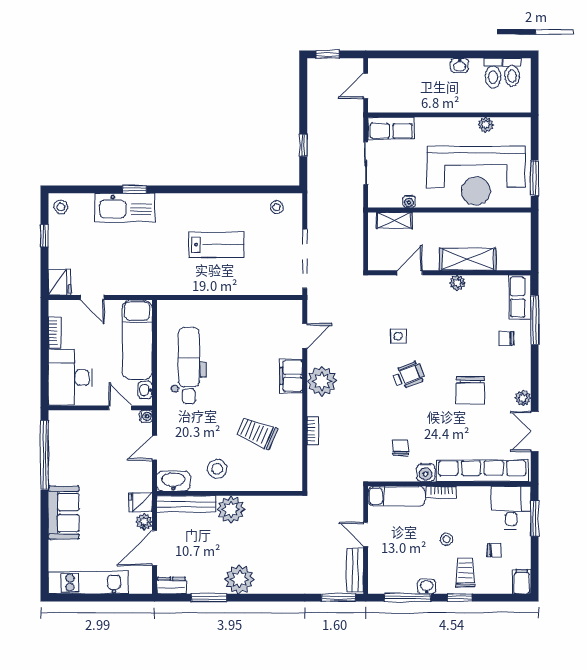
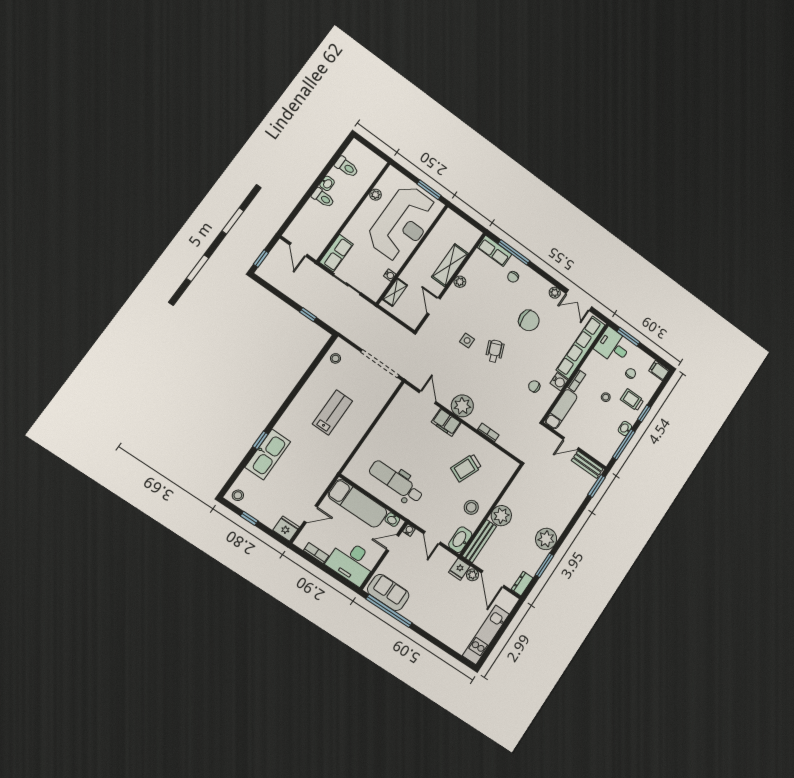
toilet: (512, 72) -> (323, 198), moved
sofa: (64, 513) -> (388, 592), moved

